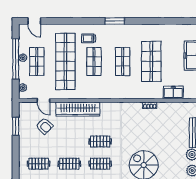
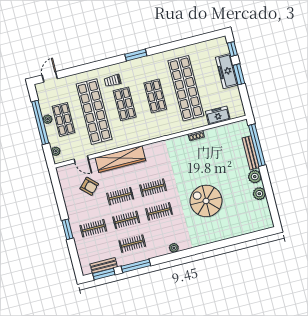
door: (34, 21) -> (50, 77), swing flipped
shop shelf: (151, 61) -> (186, 88), width x1.40
window: (16, 126) -> (68, 229), moved
clothes rail: (69, 141) -> (120, 196), added

